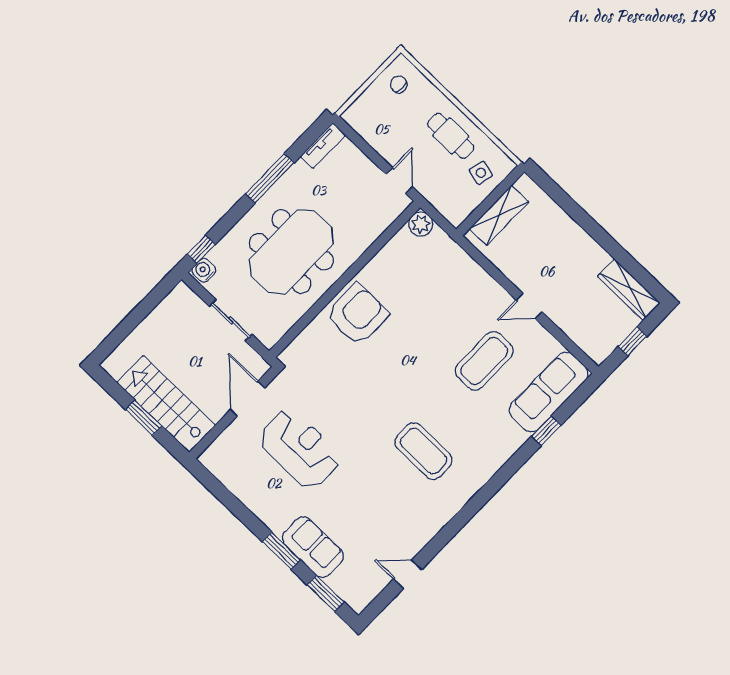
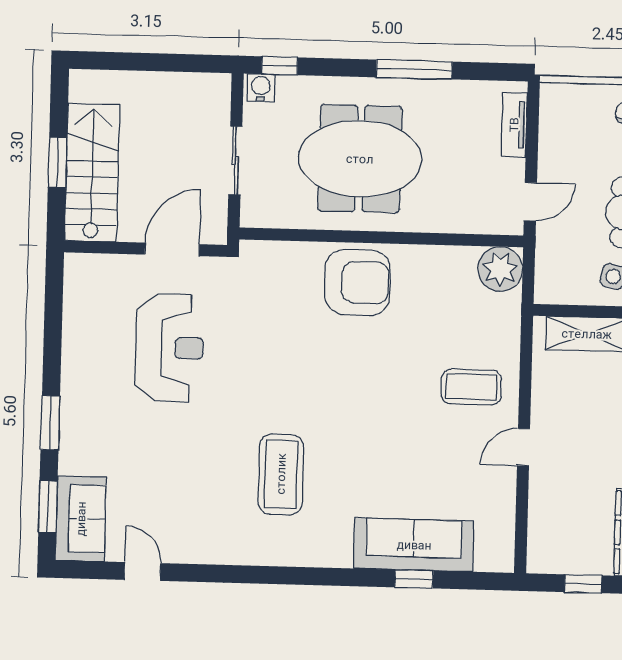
tv unit: (323, 146) -> (514, 125), moved, turned 90
plant: (421, 224) -> (500, 269), width x1.36, depth x1.36
door: (529, 306) -> (524, 447), hinge flipped
coffee table: (484, 361) -> (471, 387), moved, width x0.73, depth x0.76
sofa: (549, 392) -> (414, 545), moved
sofa: (313, 547) -> (81, 519), moved

